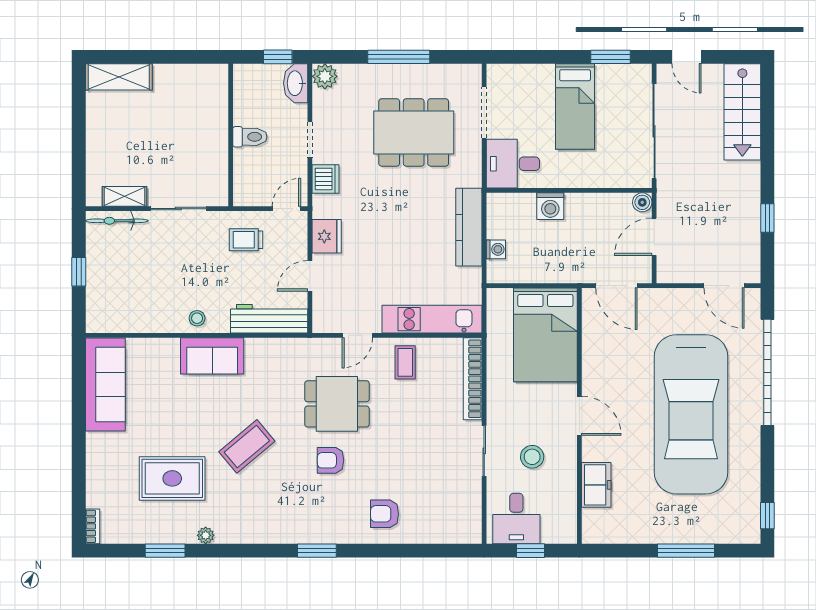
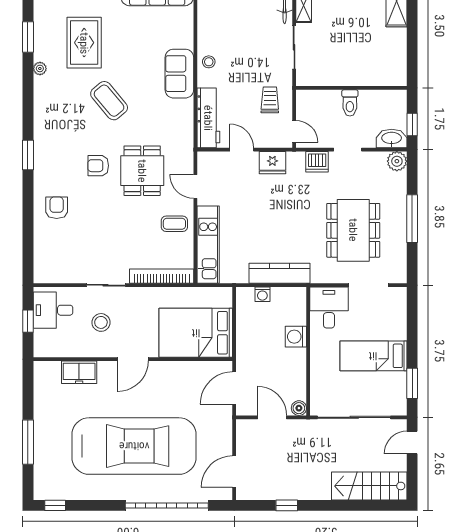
car: (691, 414) -> (134, 446), turned 180
armchair: (331, 460) -> (98, 166), turned -90

